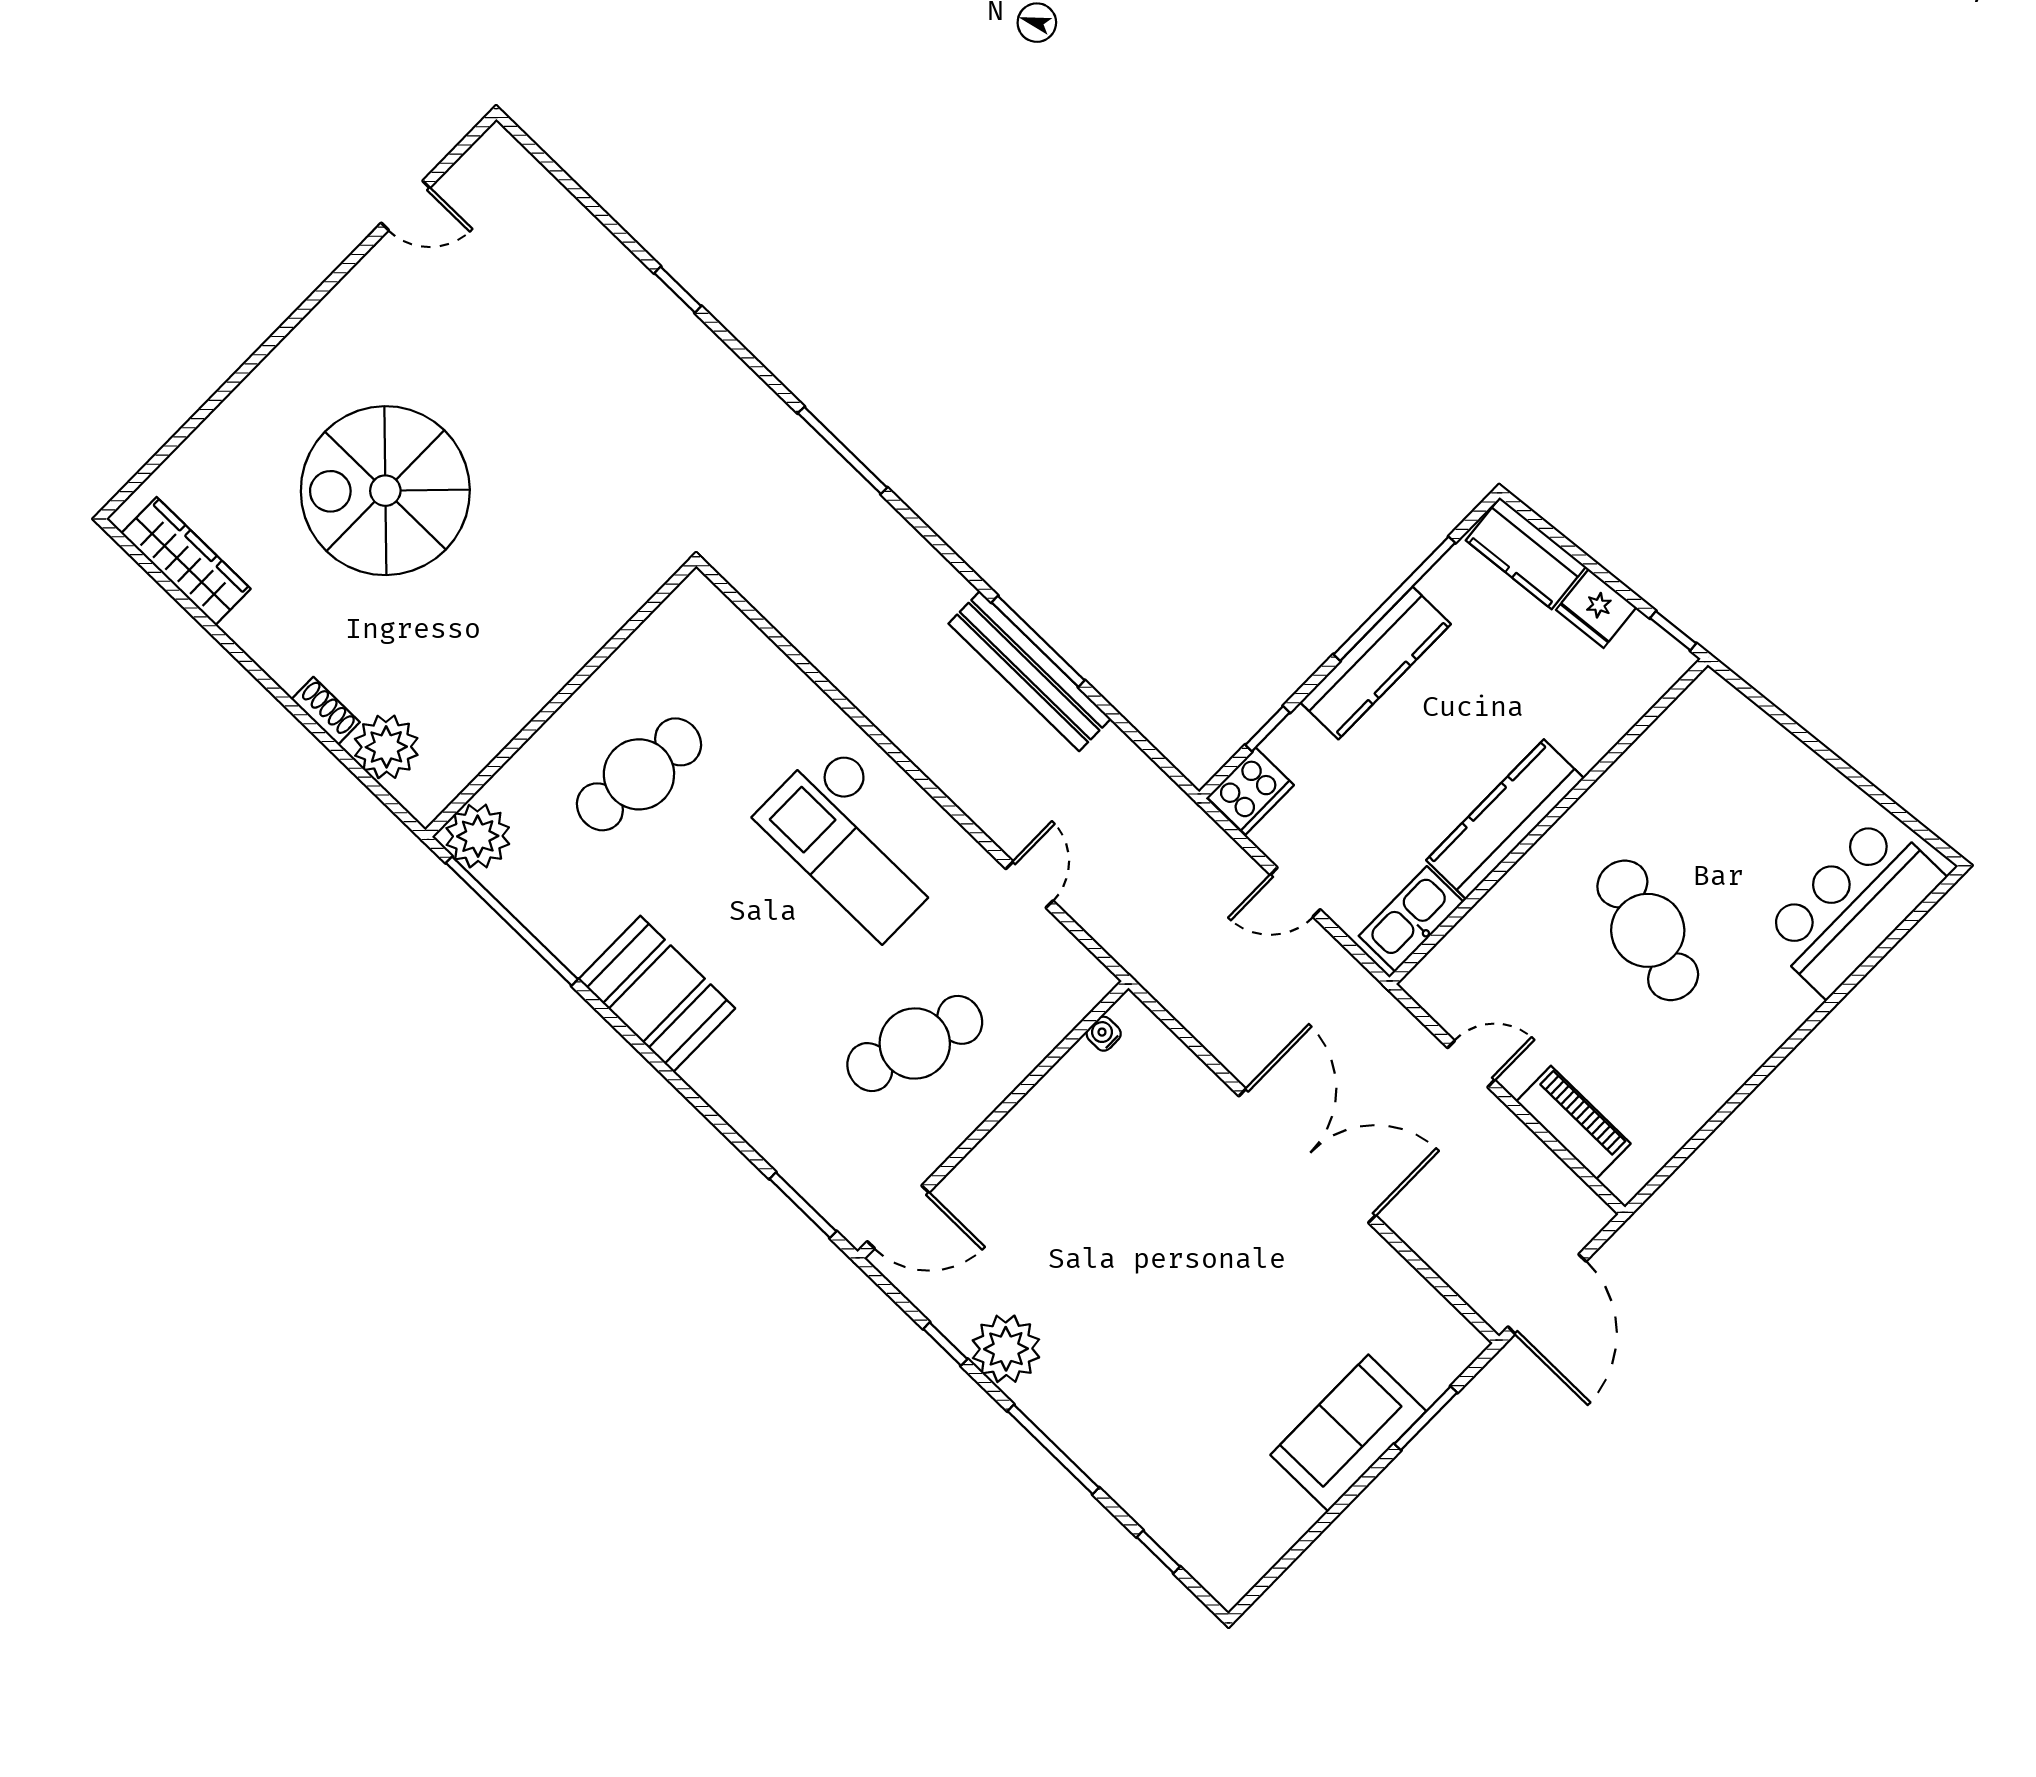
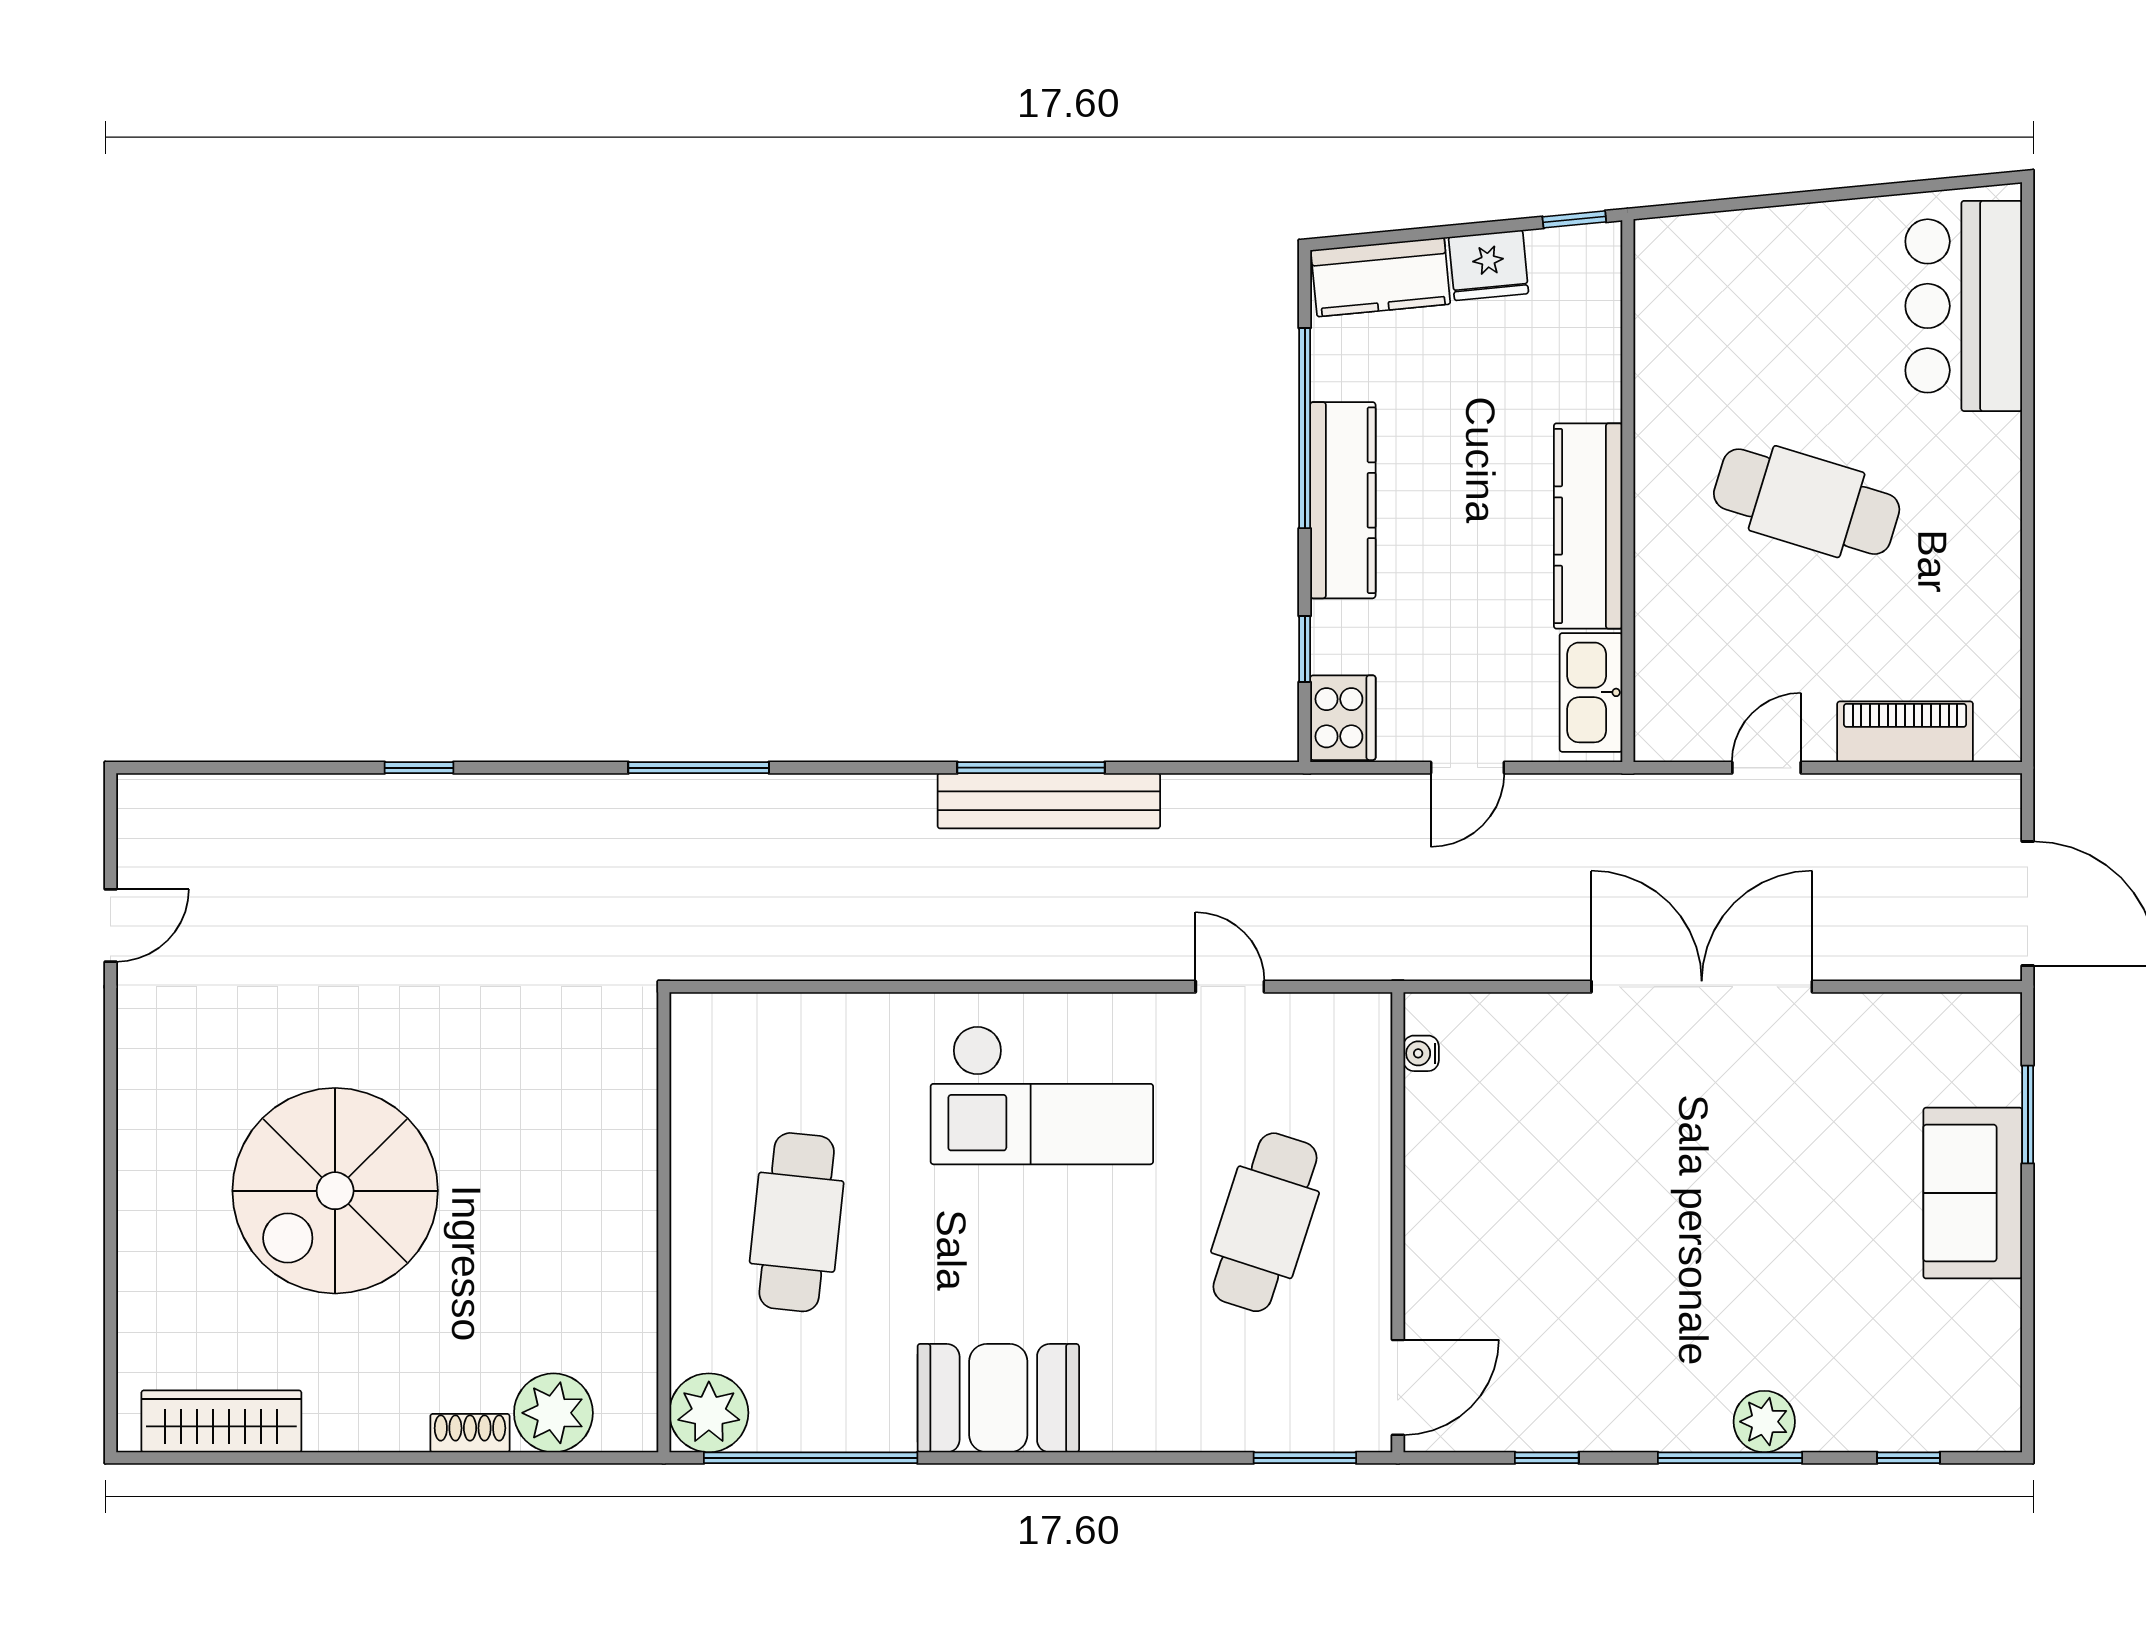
plant: (1006, 1349) -> (1764, 1422), moved, width x0.73, depth x0.73

